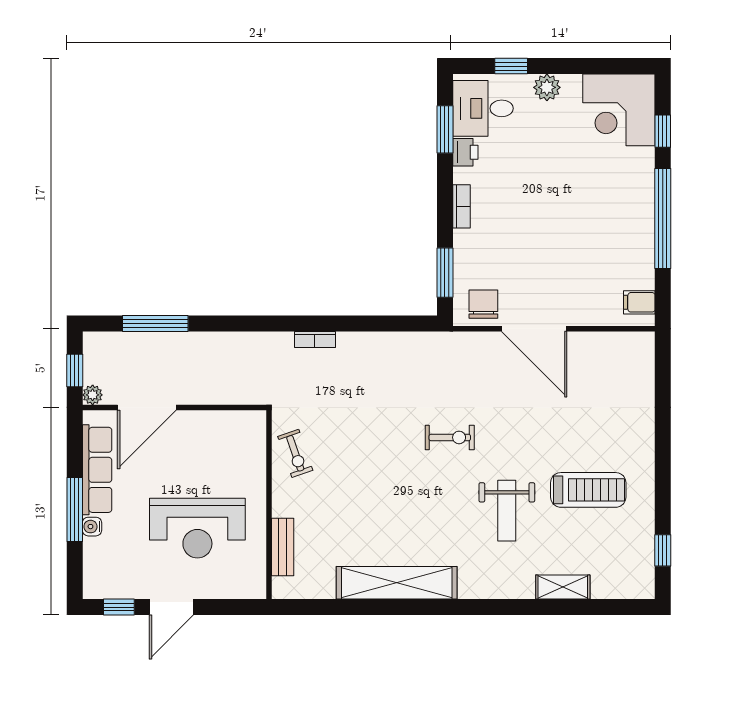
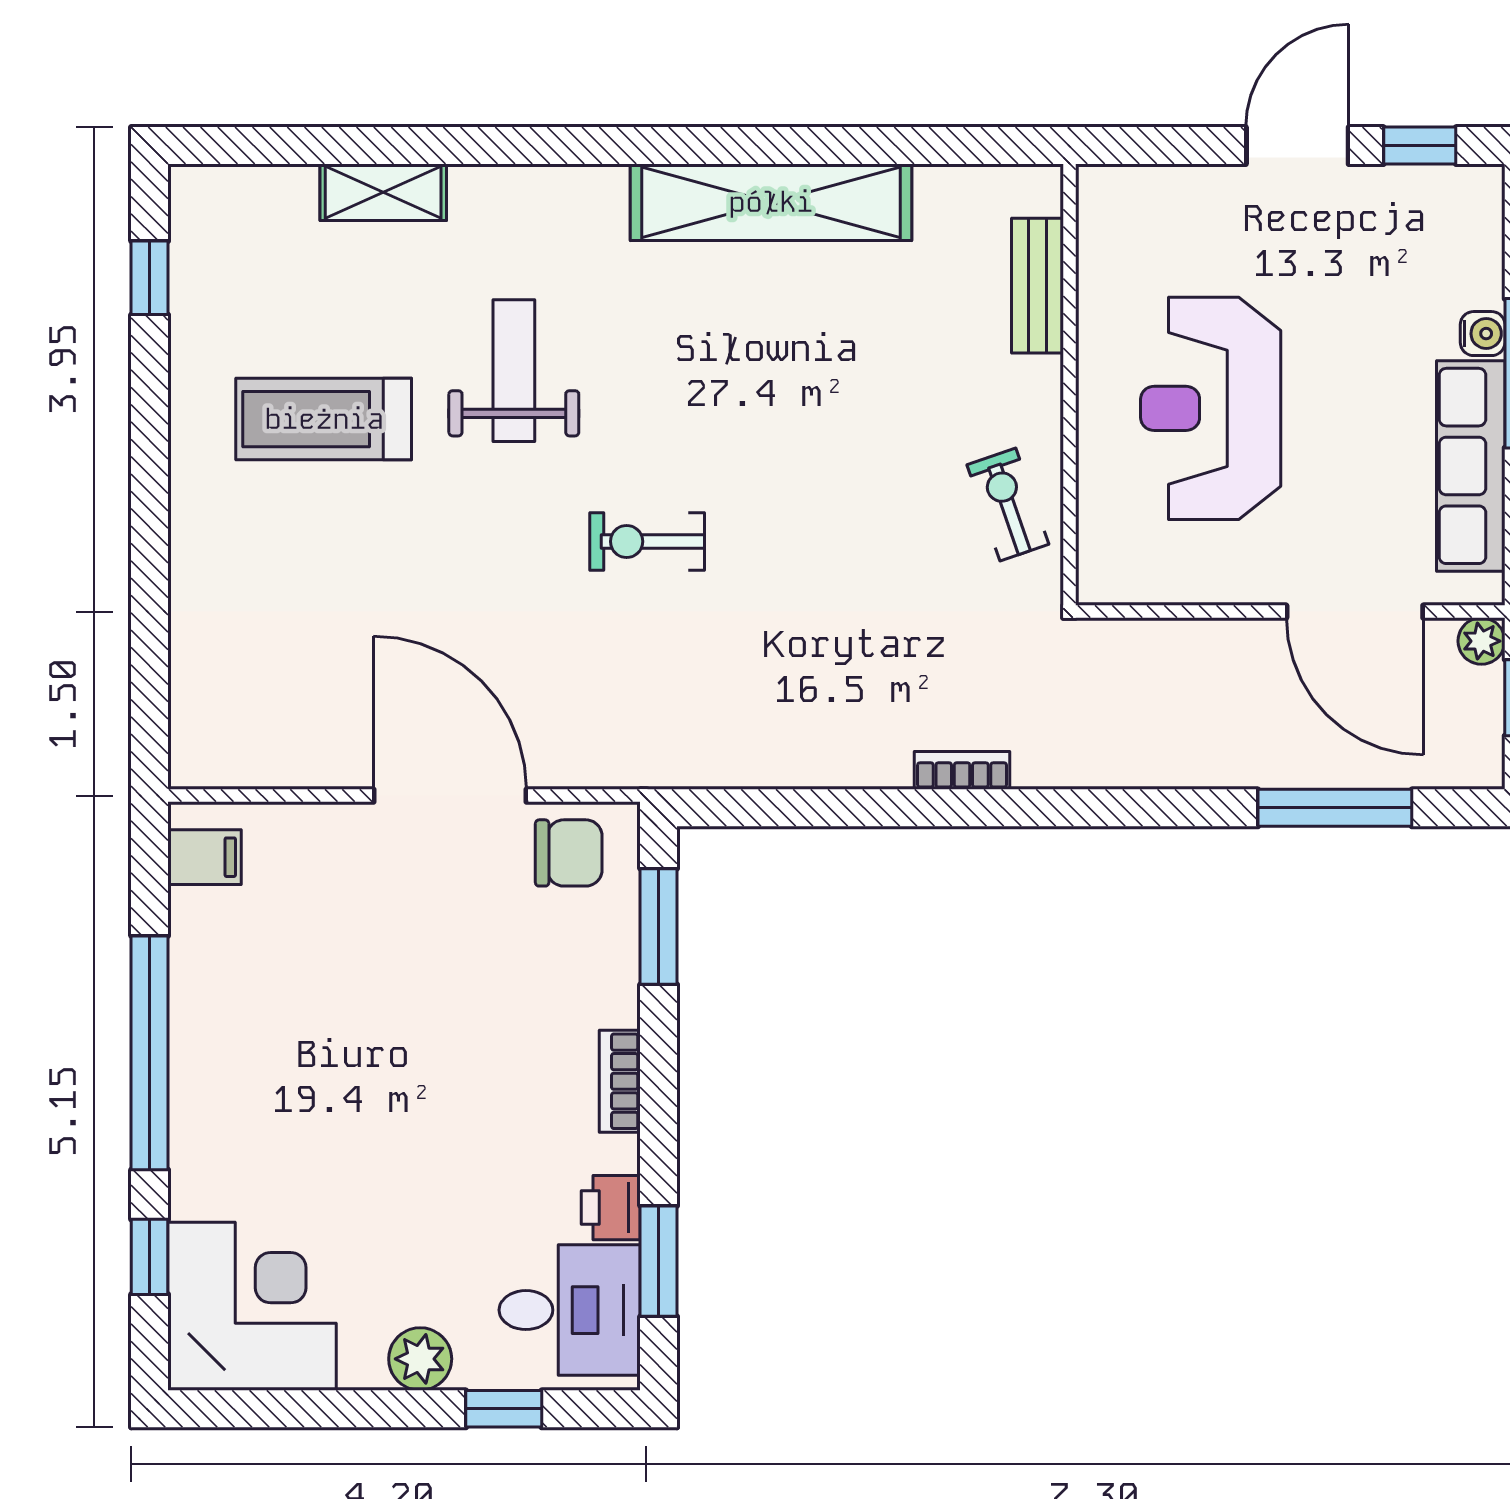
chair: (483, 304) -> (569, 853), turned -90
door: (147, 407) -> (1355, 612), swing flipped
reception desk: (197, 528) -> (1211, 408), moved, turned -90

